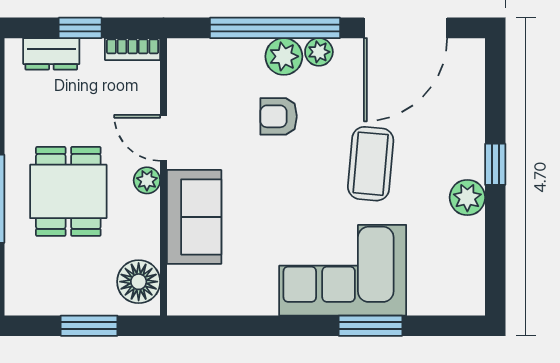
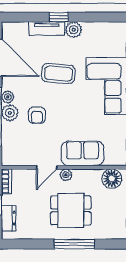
tv unit: (470, 138) -> (47, 28), added

